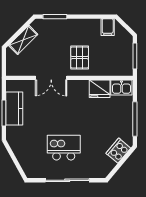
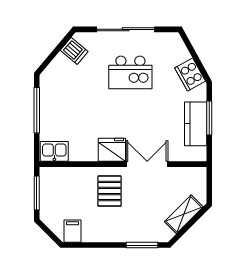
fridge: (100, 89) -> (112, 150), moved
cooker: (118, 151) -> (190, 74), moved, turned 111
dishwasher: (106, 164) -> (74, 51), added

